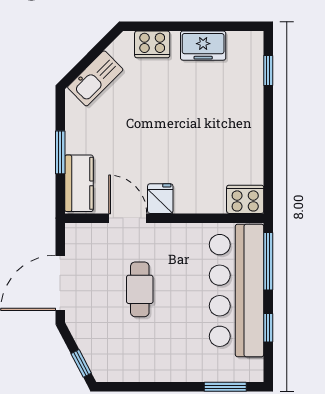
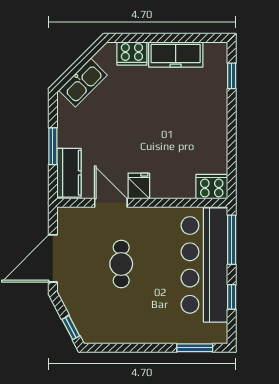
freezer: (203, 46) -> (176, 54), width x1.40

